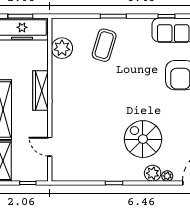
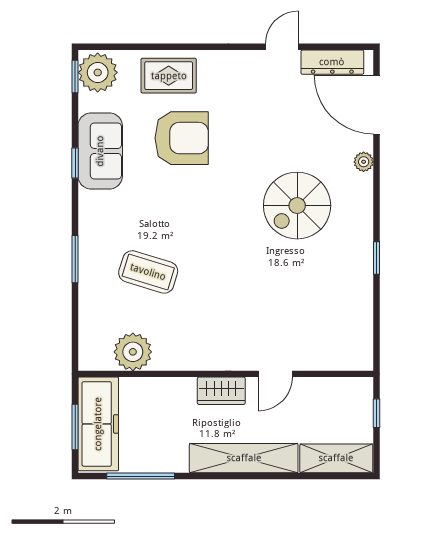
coffee table: (104, 45) -> (148, 272), moved
wardrobe: (40, 91) -> (221, 391), width x0.67
door: (50, 147) -> (275, 374), moved
plant: (153, 173) -> (359, 188), removed

